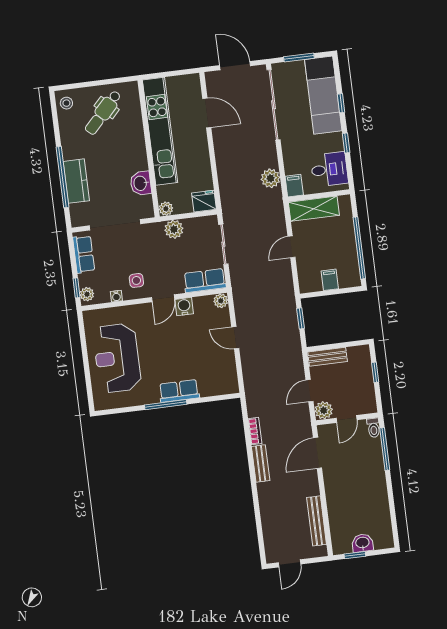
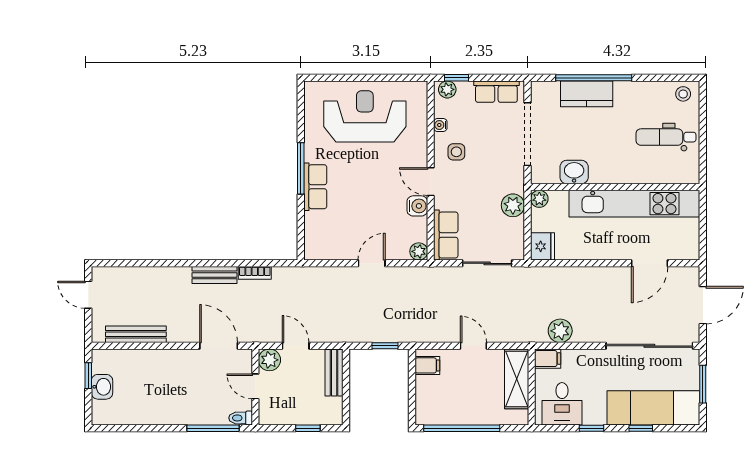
dental chair: (103, 113) -> (666, 137), turned -43
filing cabinet: (330, 280) -> (427, 365), moved

